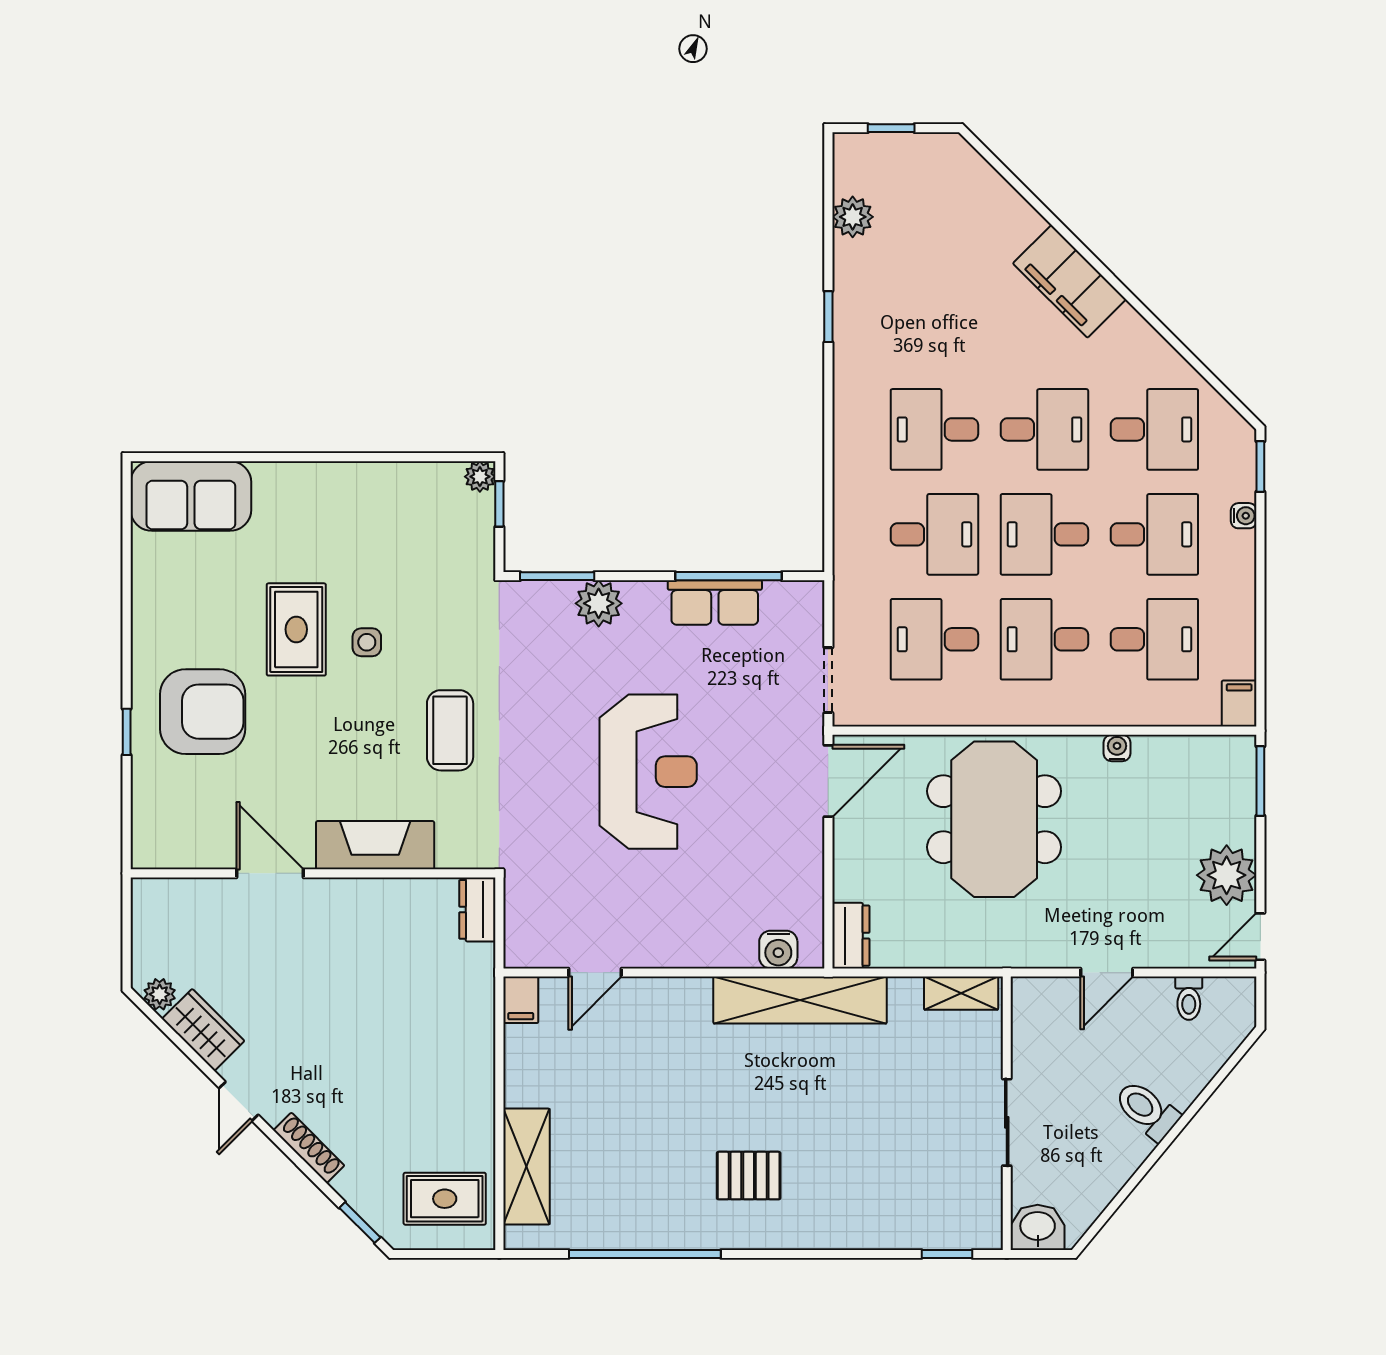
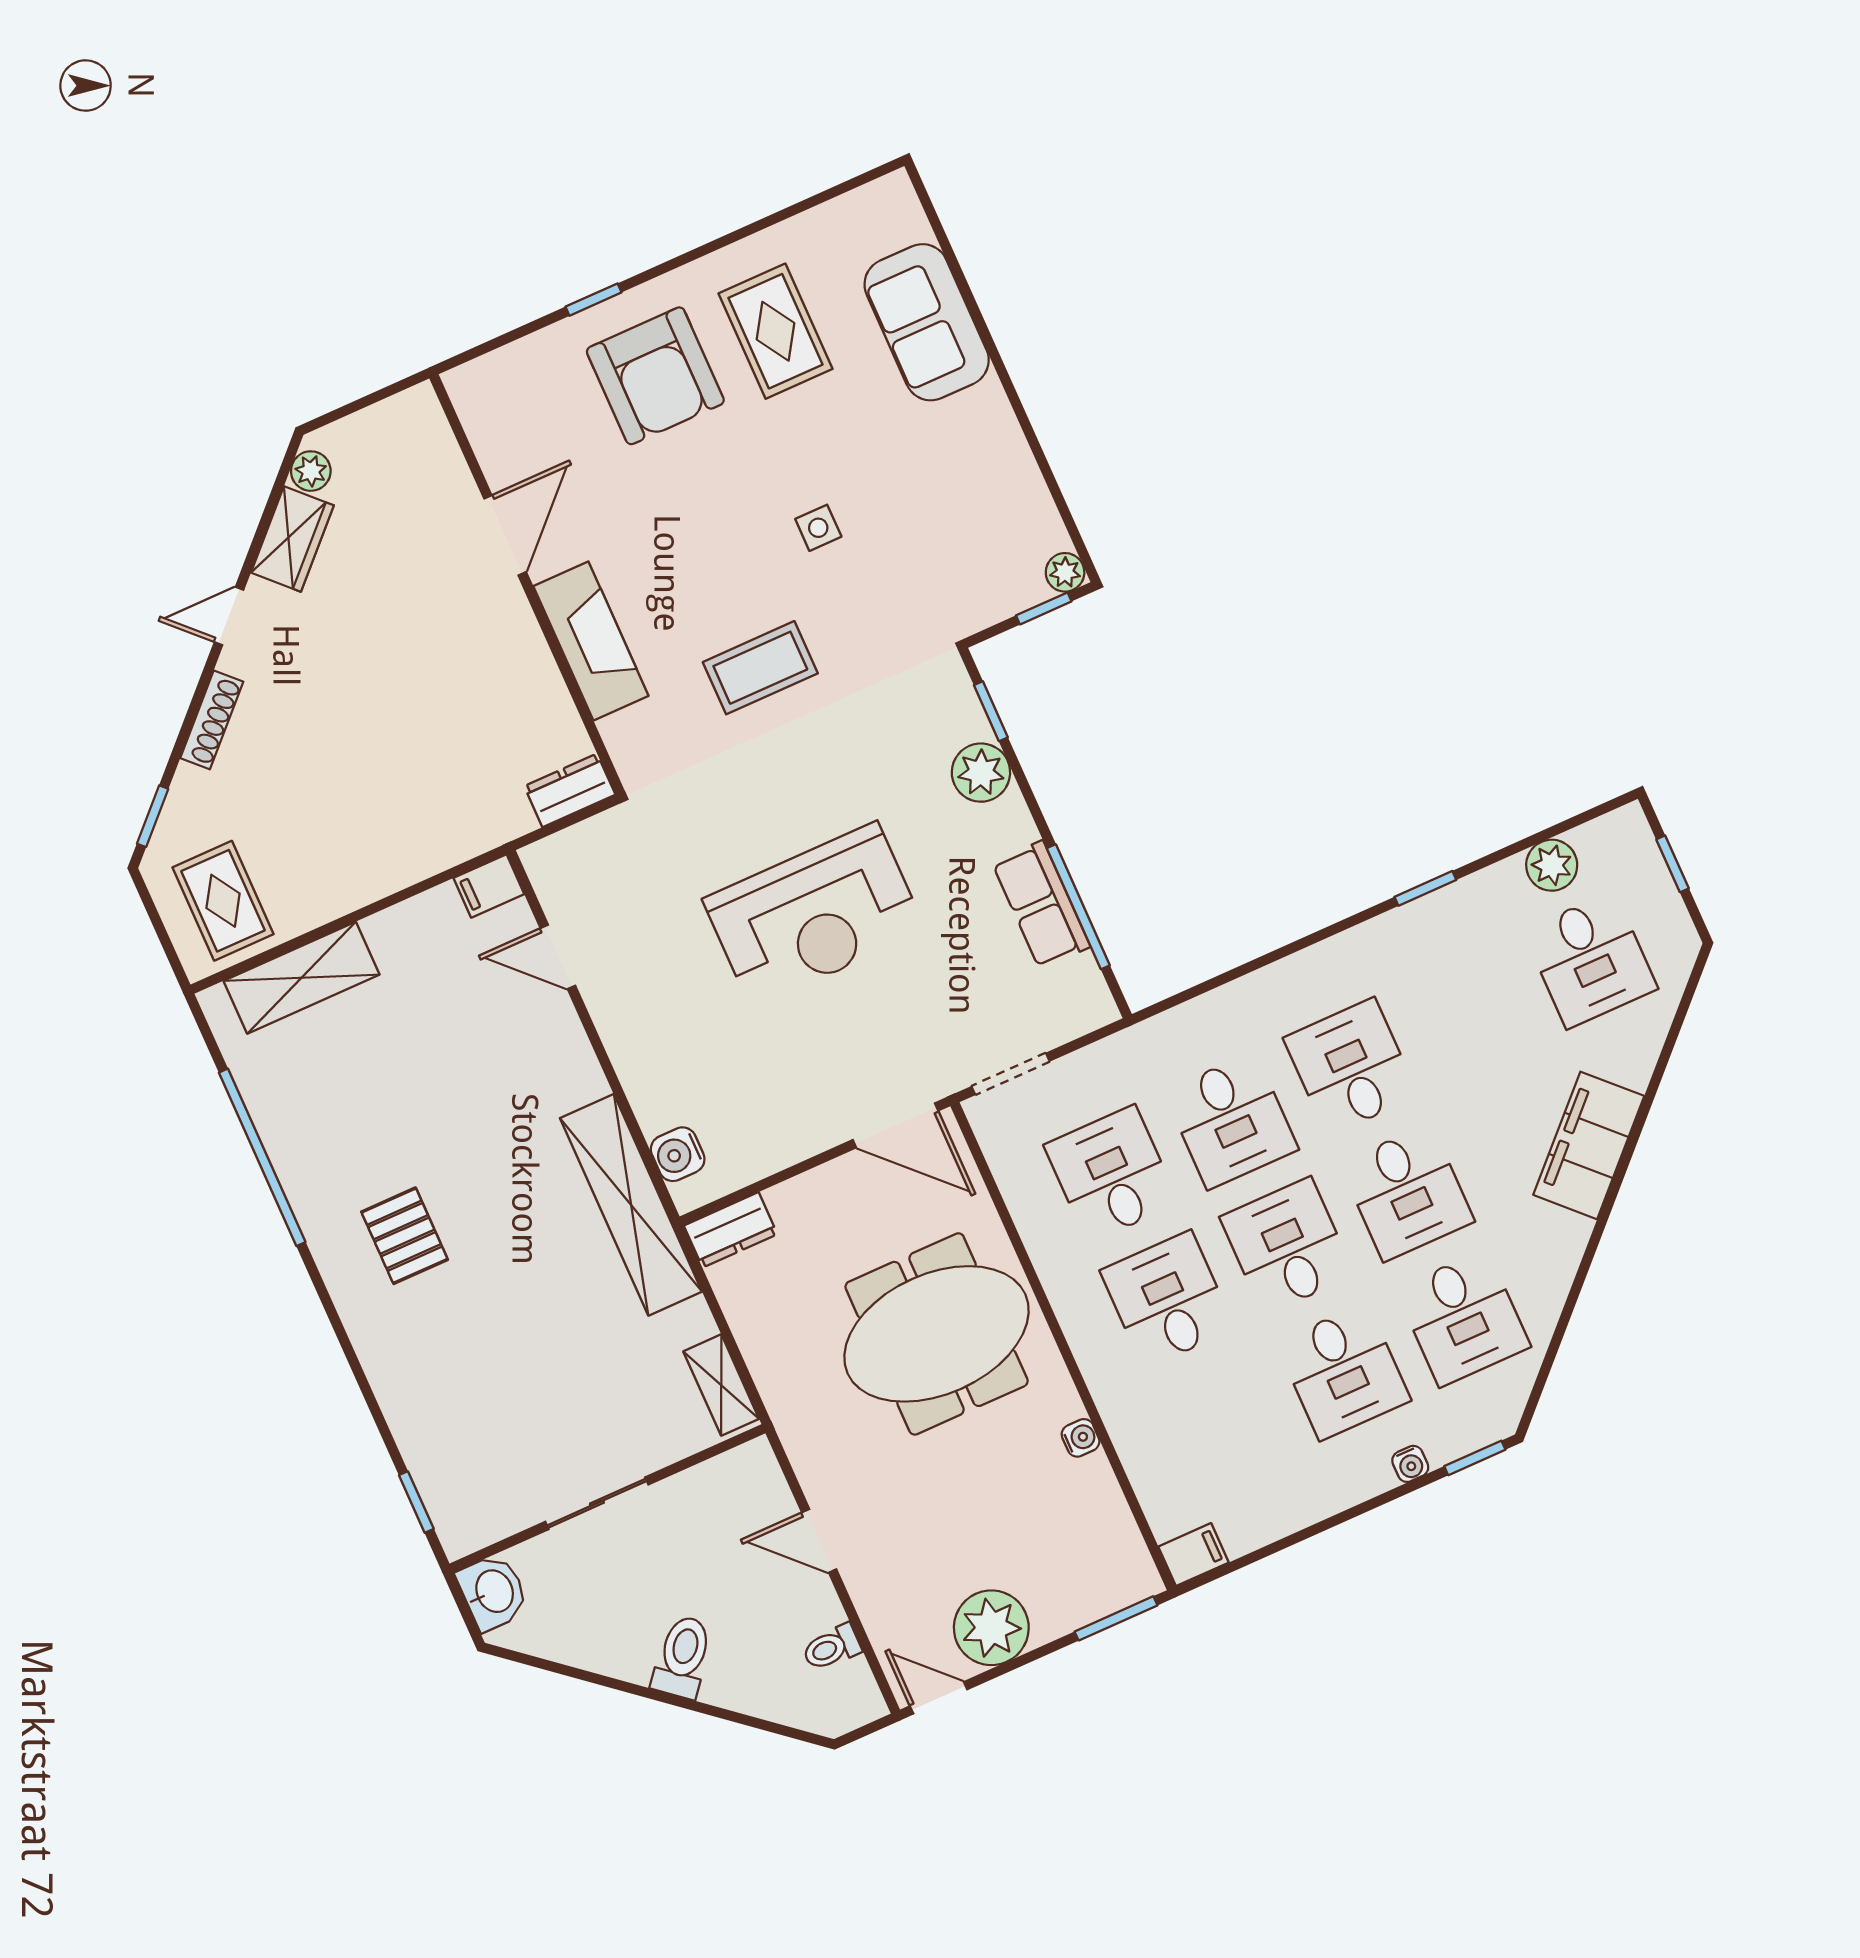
sofa: (191, 496) -> (927, 322), moved
window: (557, 576) -> (991, 711), width x0.67
rug: (296, 629) -> (776, 331), moved, turned 90
desk: (1154, 639) -> (1590, 960), moved

